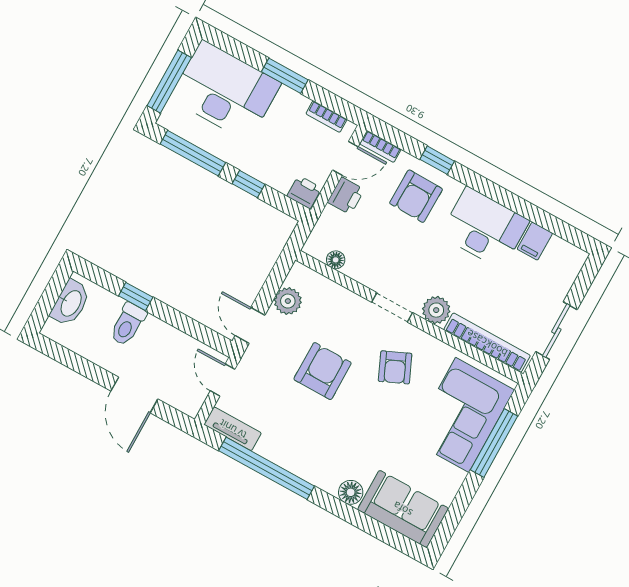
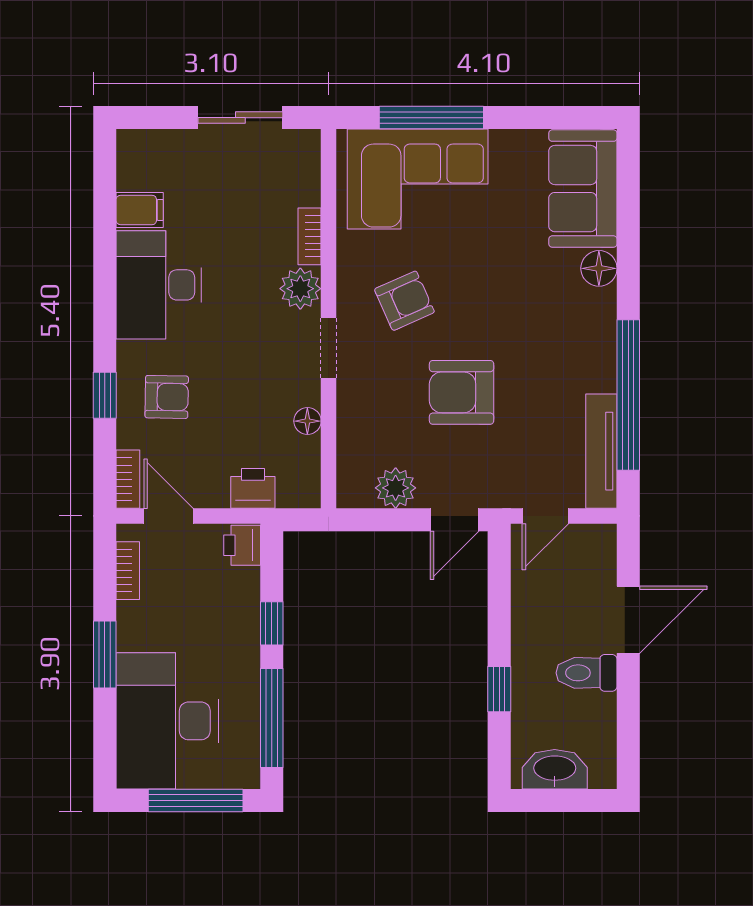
printer: (346, 196) -> (253, 488), moved
armchair: (416, 196) -> (167, 397), width x0.72, depth x0.72
floor lamp: (336, 260) -> (307, 421), moved
toilet: (128, 324) -> (586, 673), moved, turned 180
bookcase: (487, 343) -> (310, 236), width x0.43, depth x0.76
tv unit: (233, 429) -> (601, 451), width x1.41

